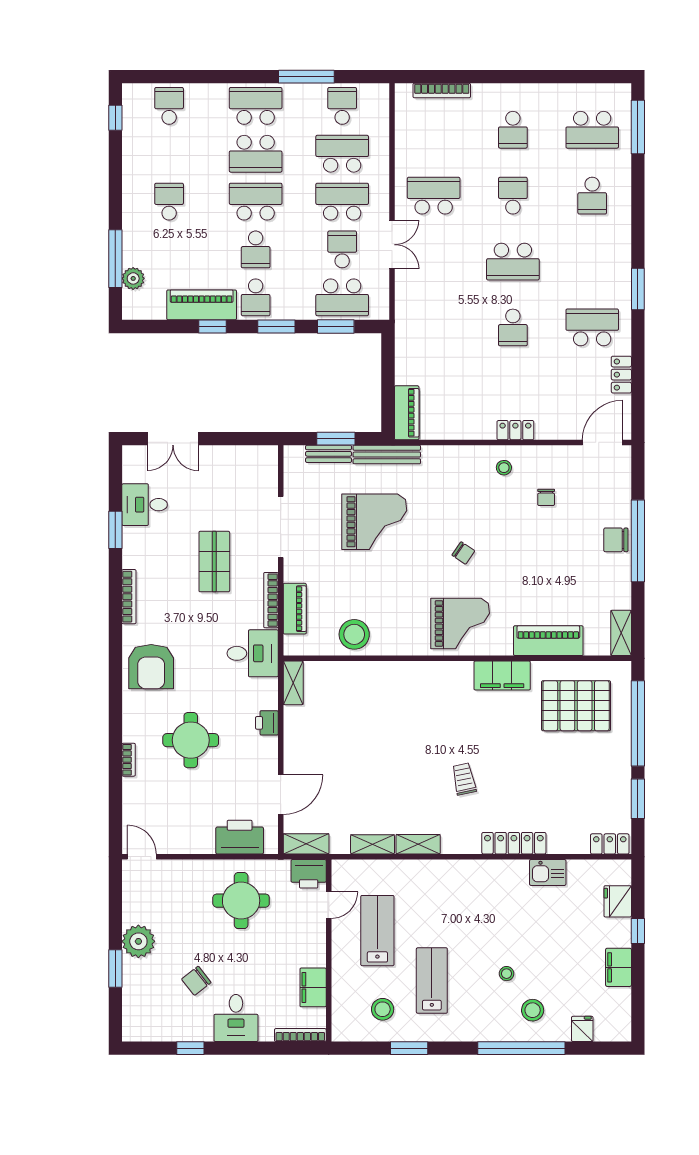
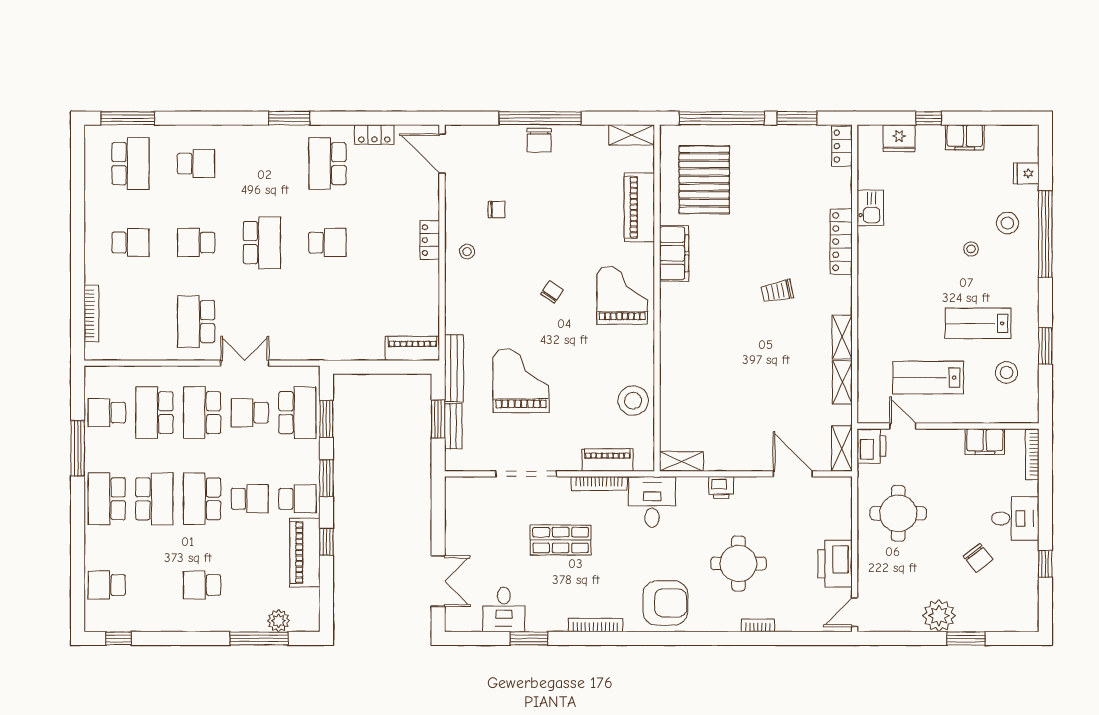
printer: (240, 837) -> (835, 564), moved

